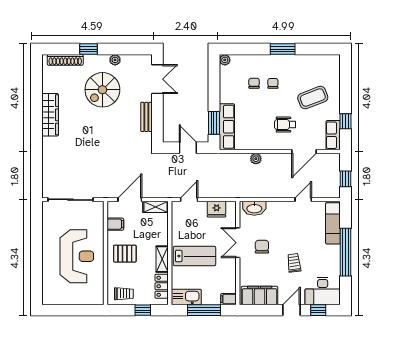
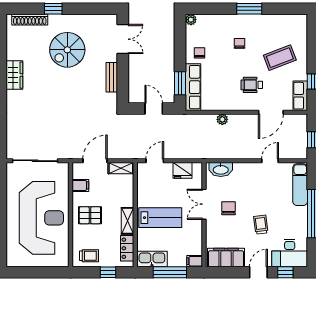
plant: (115, 60) -> (80, 20), removed
chair: (254, 83) -> (199, 53), moved
wardrobe: (50, 115) -> (14, 75), width x0.67
reception desk: (77, 256) -> (41, 218), width x1.36, depth x1.30

